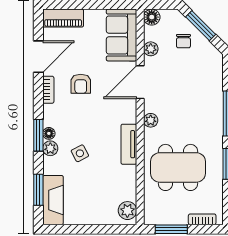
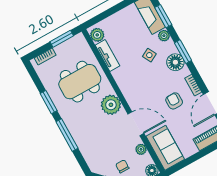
door: (140, 82) -> (136, 124), hinge flipped
plant: (151, 120) -> (111, 105), width x1.87, depth x1.87
floor lamp: (49, 133) -> (175, 62), width x1.89, depth x1.89
tv unit: (129, 144) -> (108, 56), moved
plant: (50, 148) -> (164, 36), moved

